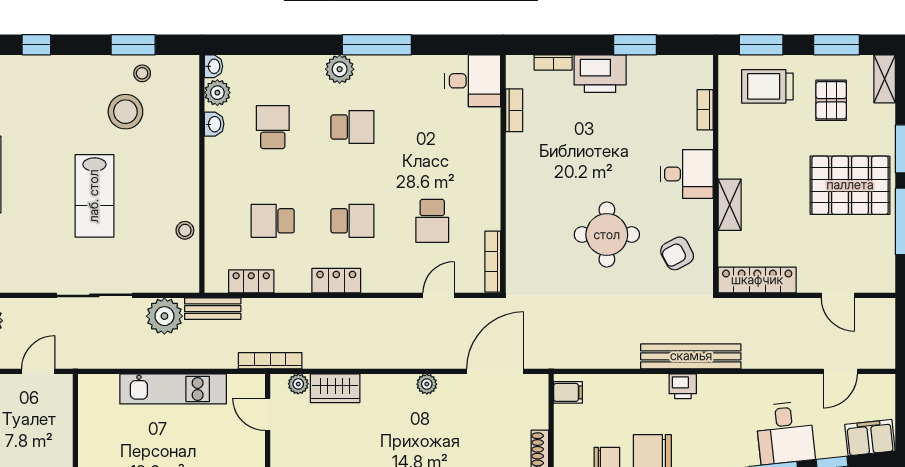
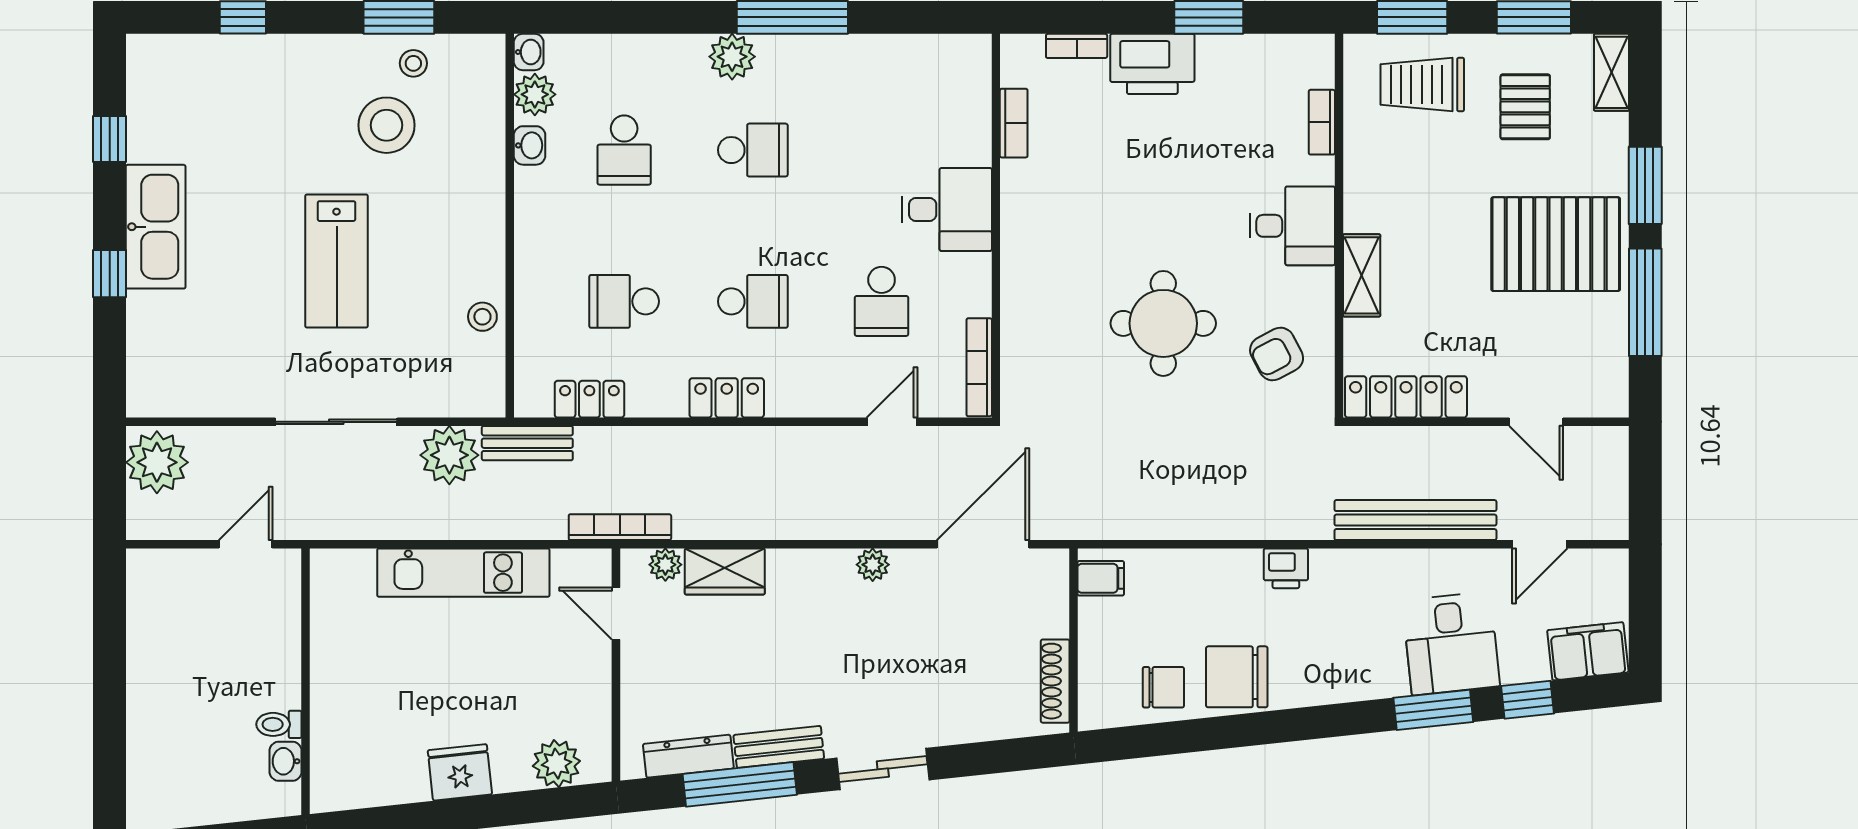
desk: (473, 81) -> (947, 209), moved
school desk: (273, 127) -> (624, 150), turned 180
bench: (691, 356) -> (1415, 520), moved

